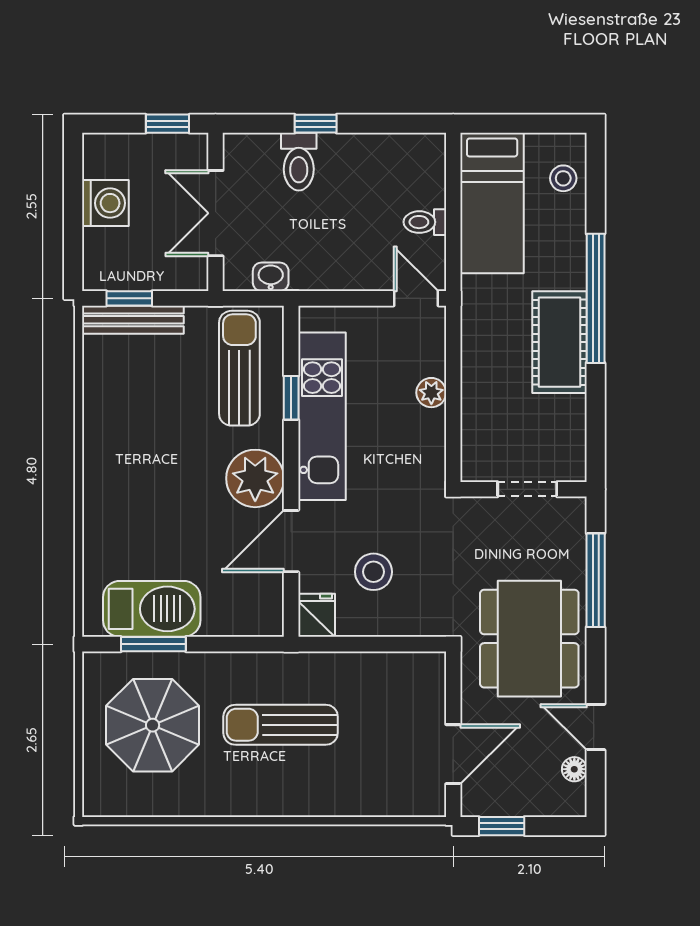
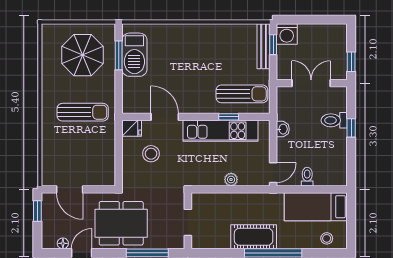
washing machine: (105, 203) -> (287, 34), moved
washbasin: (271, 277) -> (283, 129), moved
plant: (255, 478) -> (193, 101), removed
sun lounger: (281, 725) -> (83, 112), turned 90

